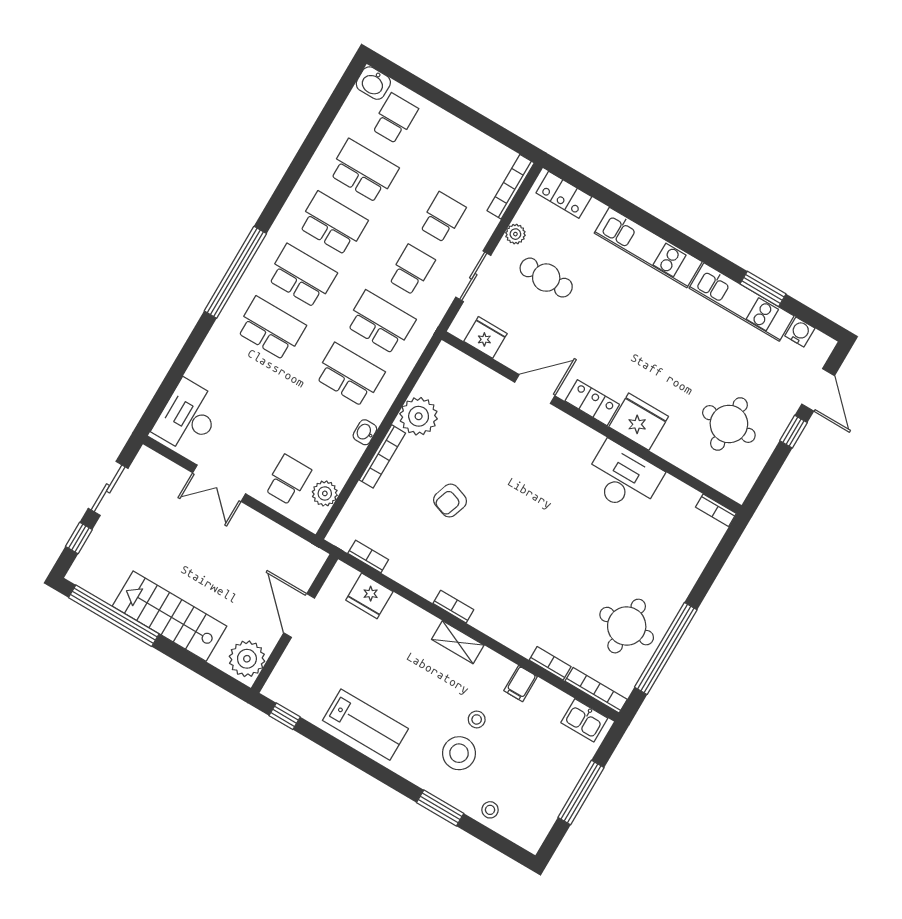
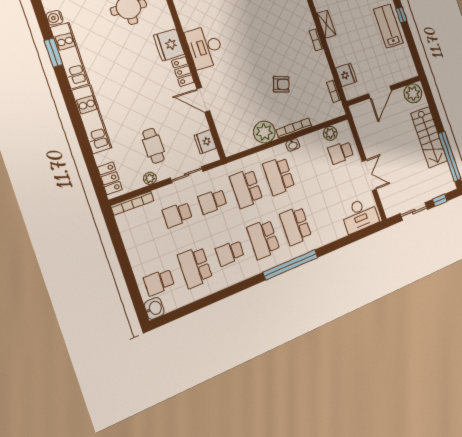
school desk: (333, 223) -> (230, 253), width x0.54
desk: (623, 478) -> (205, 47), moved
window: (285, 716) -> (401, 15), moved

